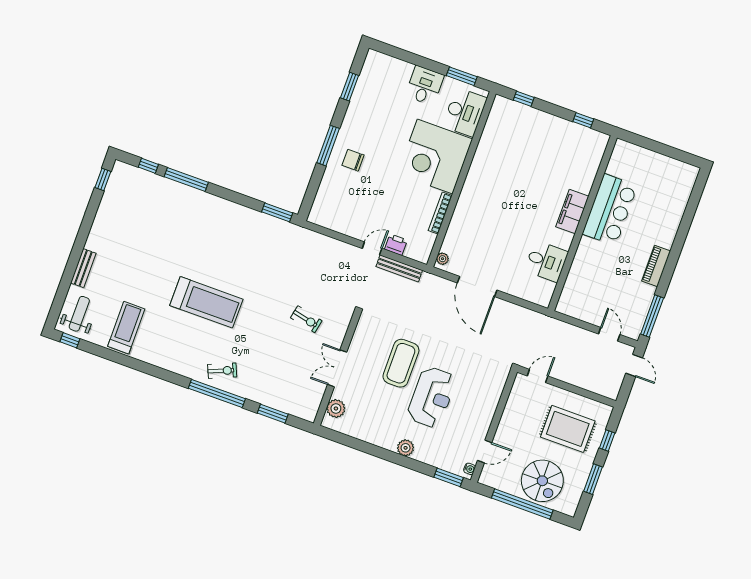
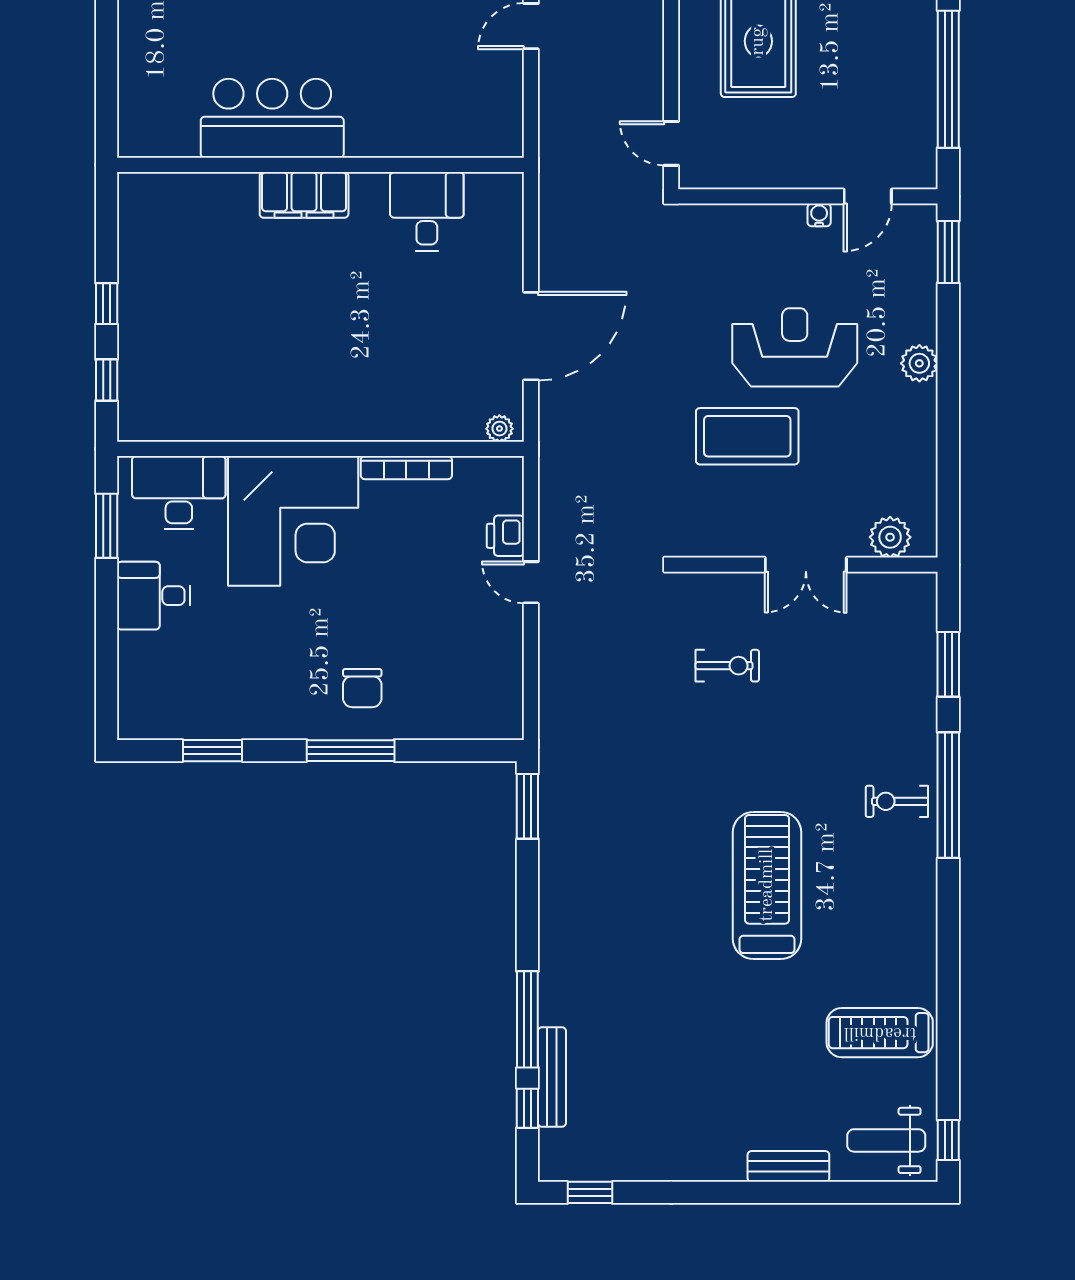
window: (583, 120) -> (107, 304), moved
bench: (399, 268) -> (552, 1077), moved
exercise bike: (306, 319) -> (727, 666), turned 78
exercise bike: (222, 371) -> (897, 801), turned -67
door: (485, 452) -> (868, 196), swing flipped
water cooler: (469, 469) -> (819, 215), moved
spiral stairs: (542, 481) -> (885, 55), removed

